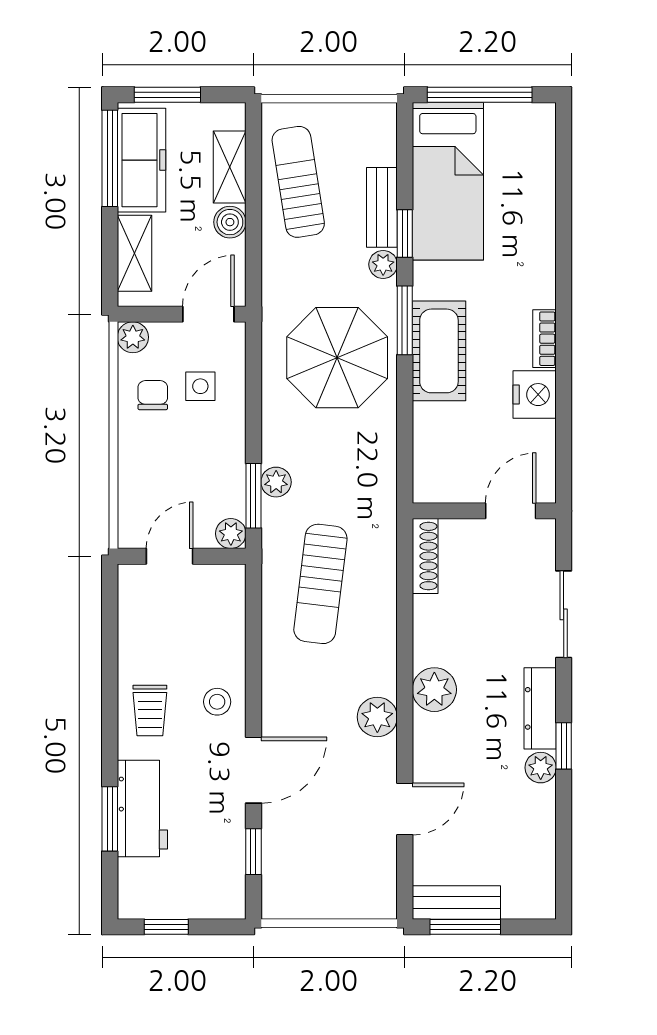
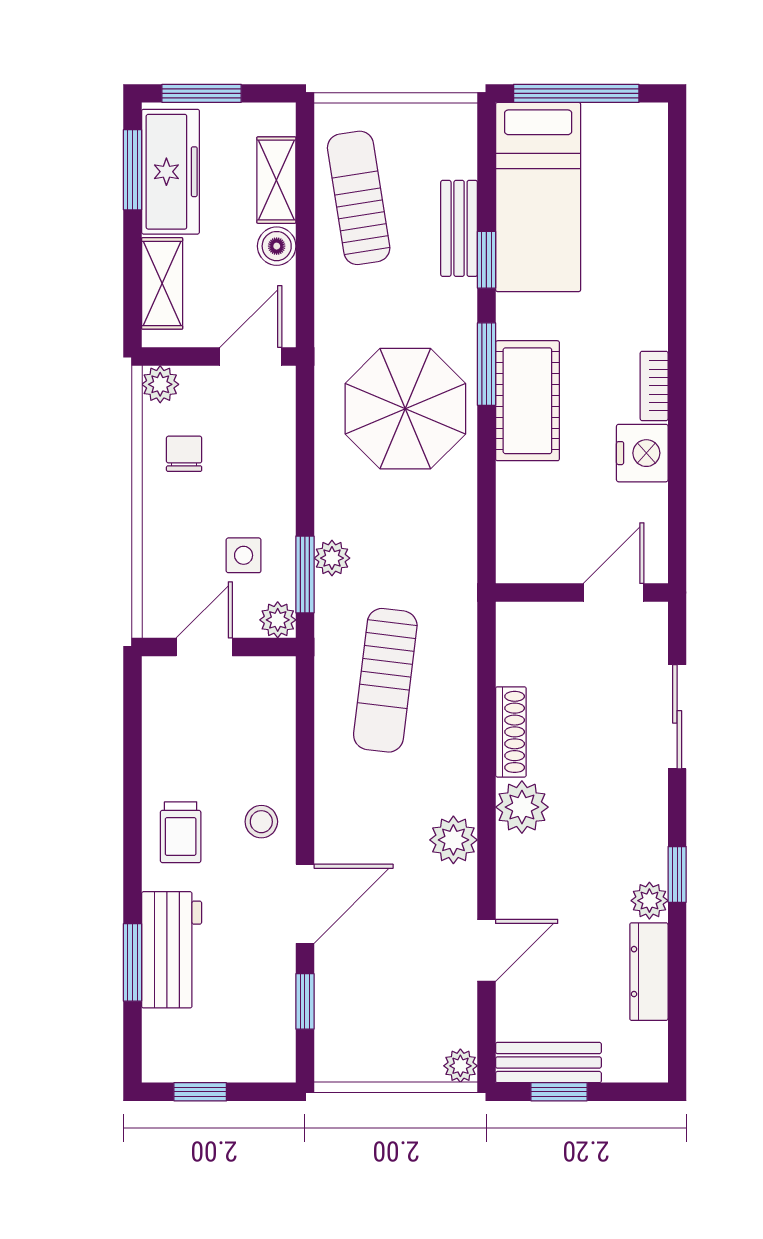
window: (110, 158) -> (132, 170), width x0.69
plant: (383, 264) -> (460, 1066), moved
side table: (200, 386) -> (244, 555), moved
shoe rack: (425, 556) -> (511, 732), moved
dresser: (540, 708) -> (649, 972), moved
window: (465, 927) -> (559, 1092), width x0.67

